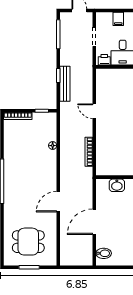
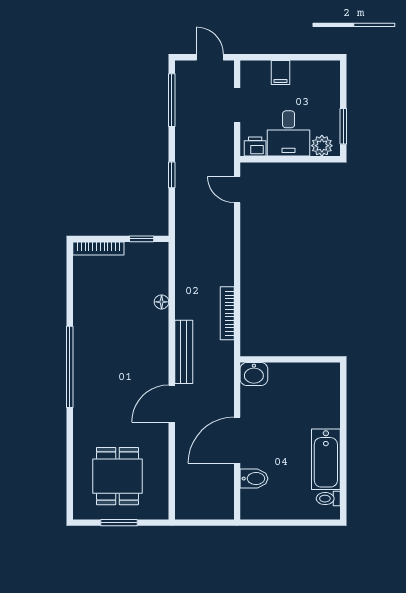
bench: (65, 84) -> (184, 352), moved
door: (94, 111) -> (237, 190), moved
washbasin: (117, 185) -> (254, 374), moved
dining table: (28, 242) -> (117, 476), turned 90
bidet: (104, 253) -> (254, 479), moved

